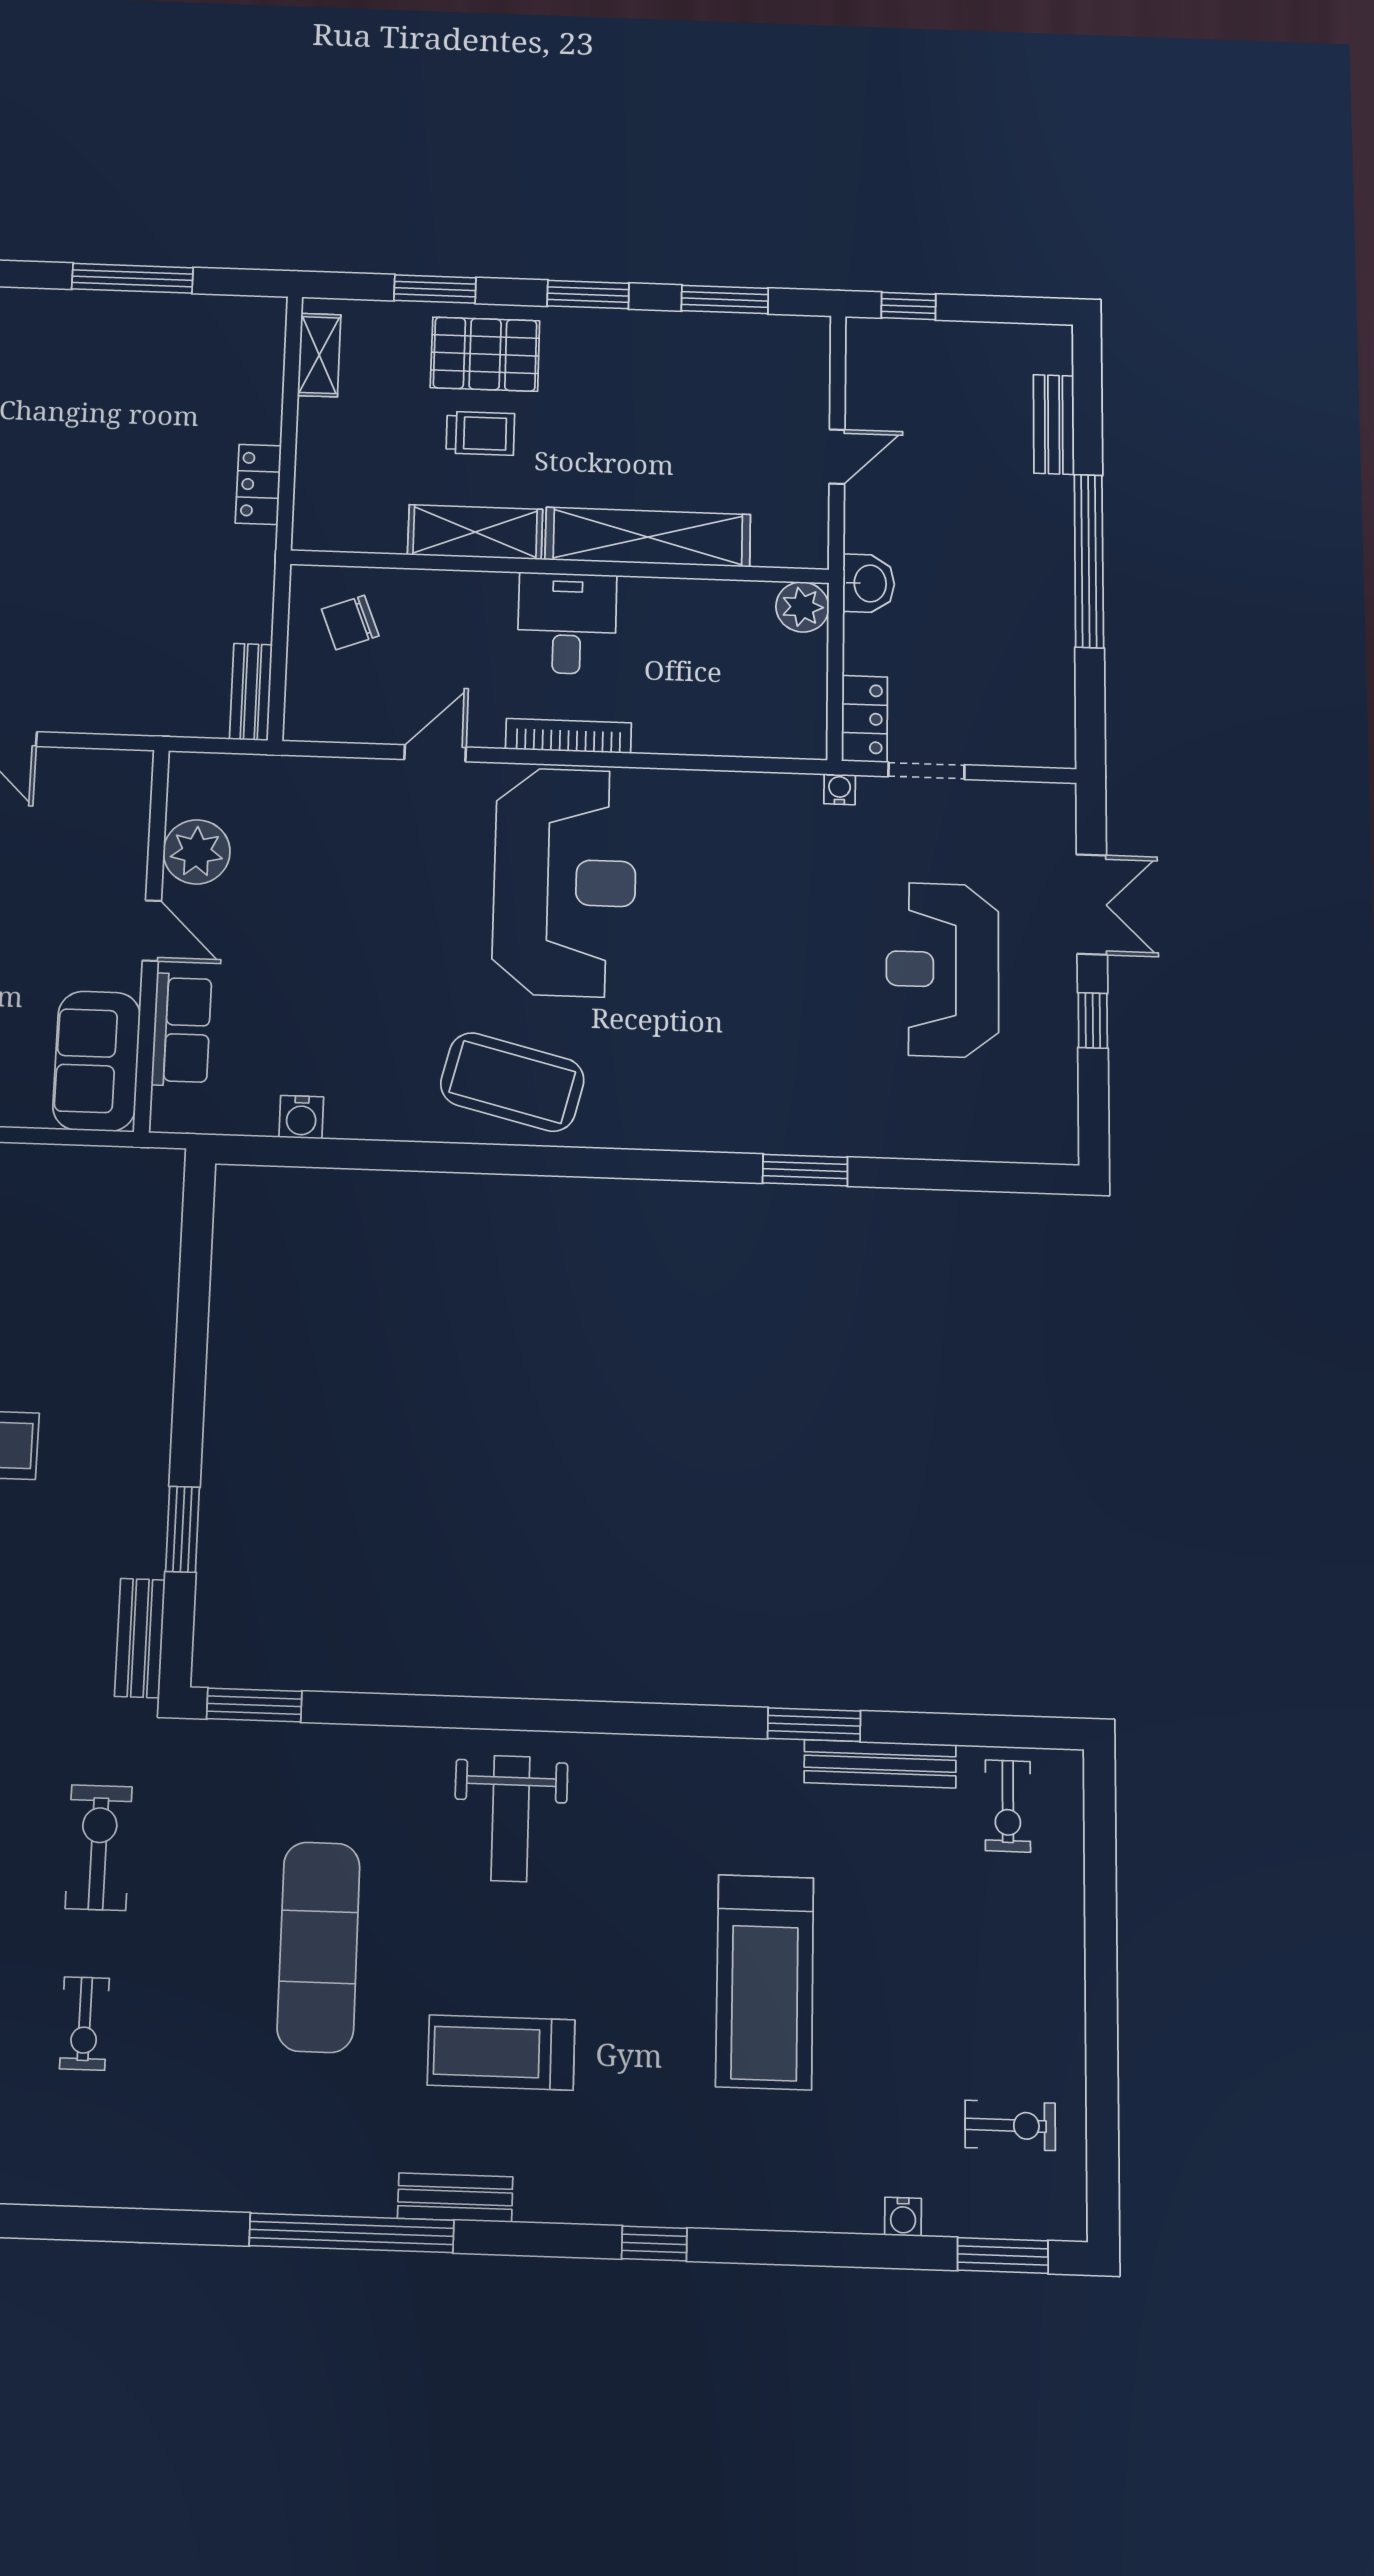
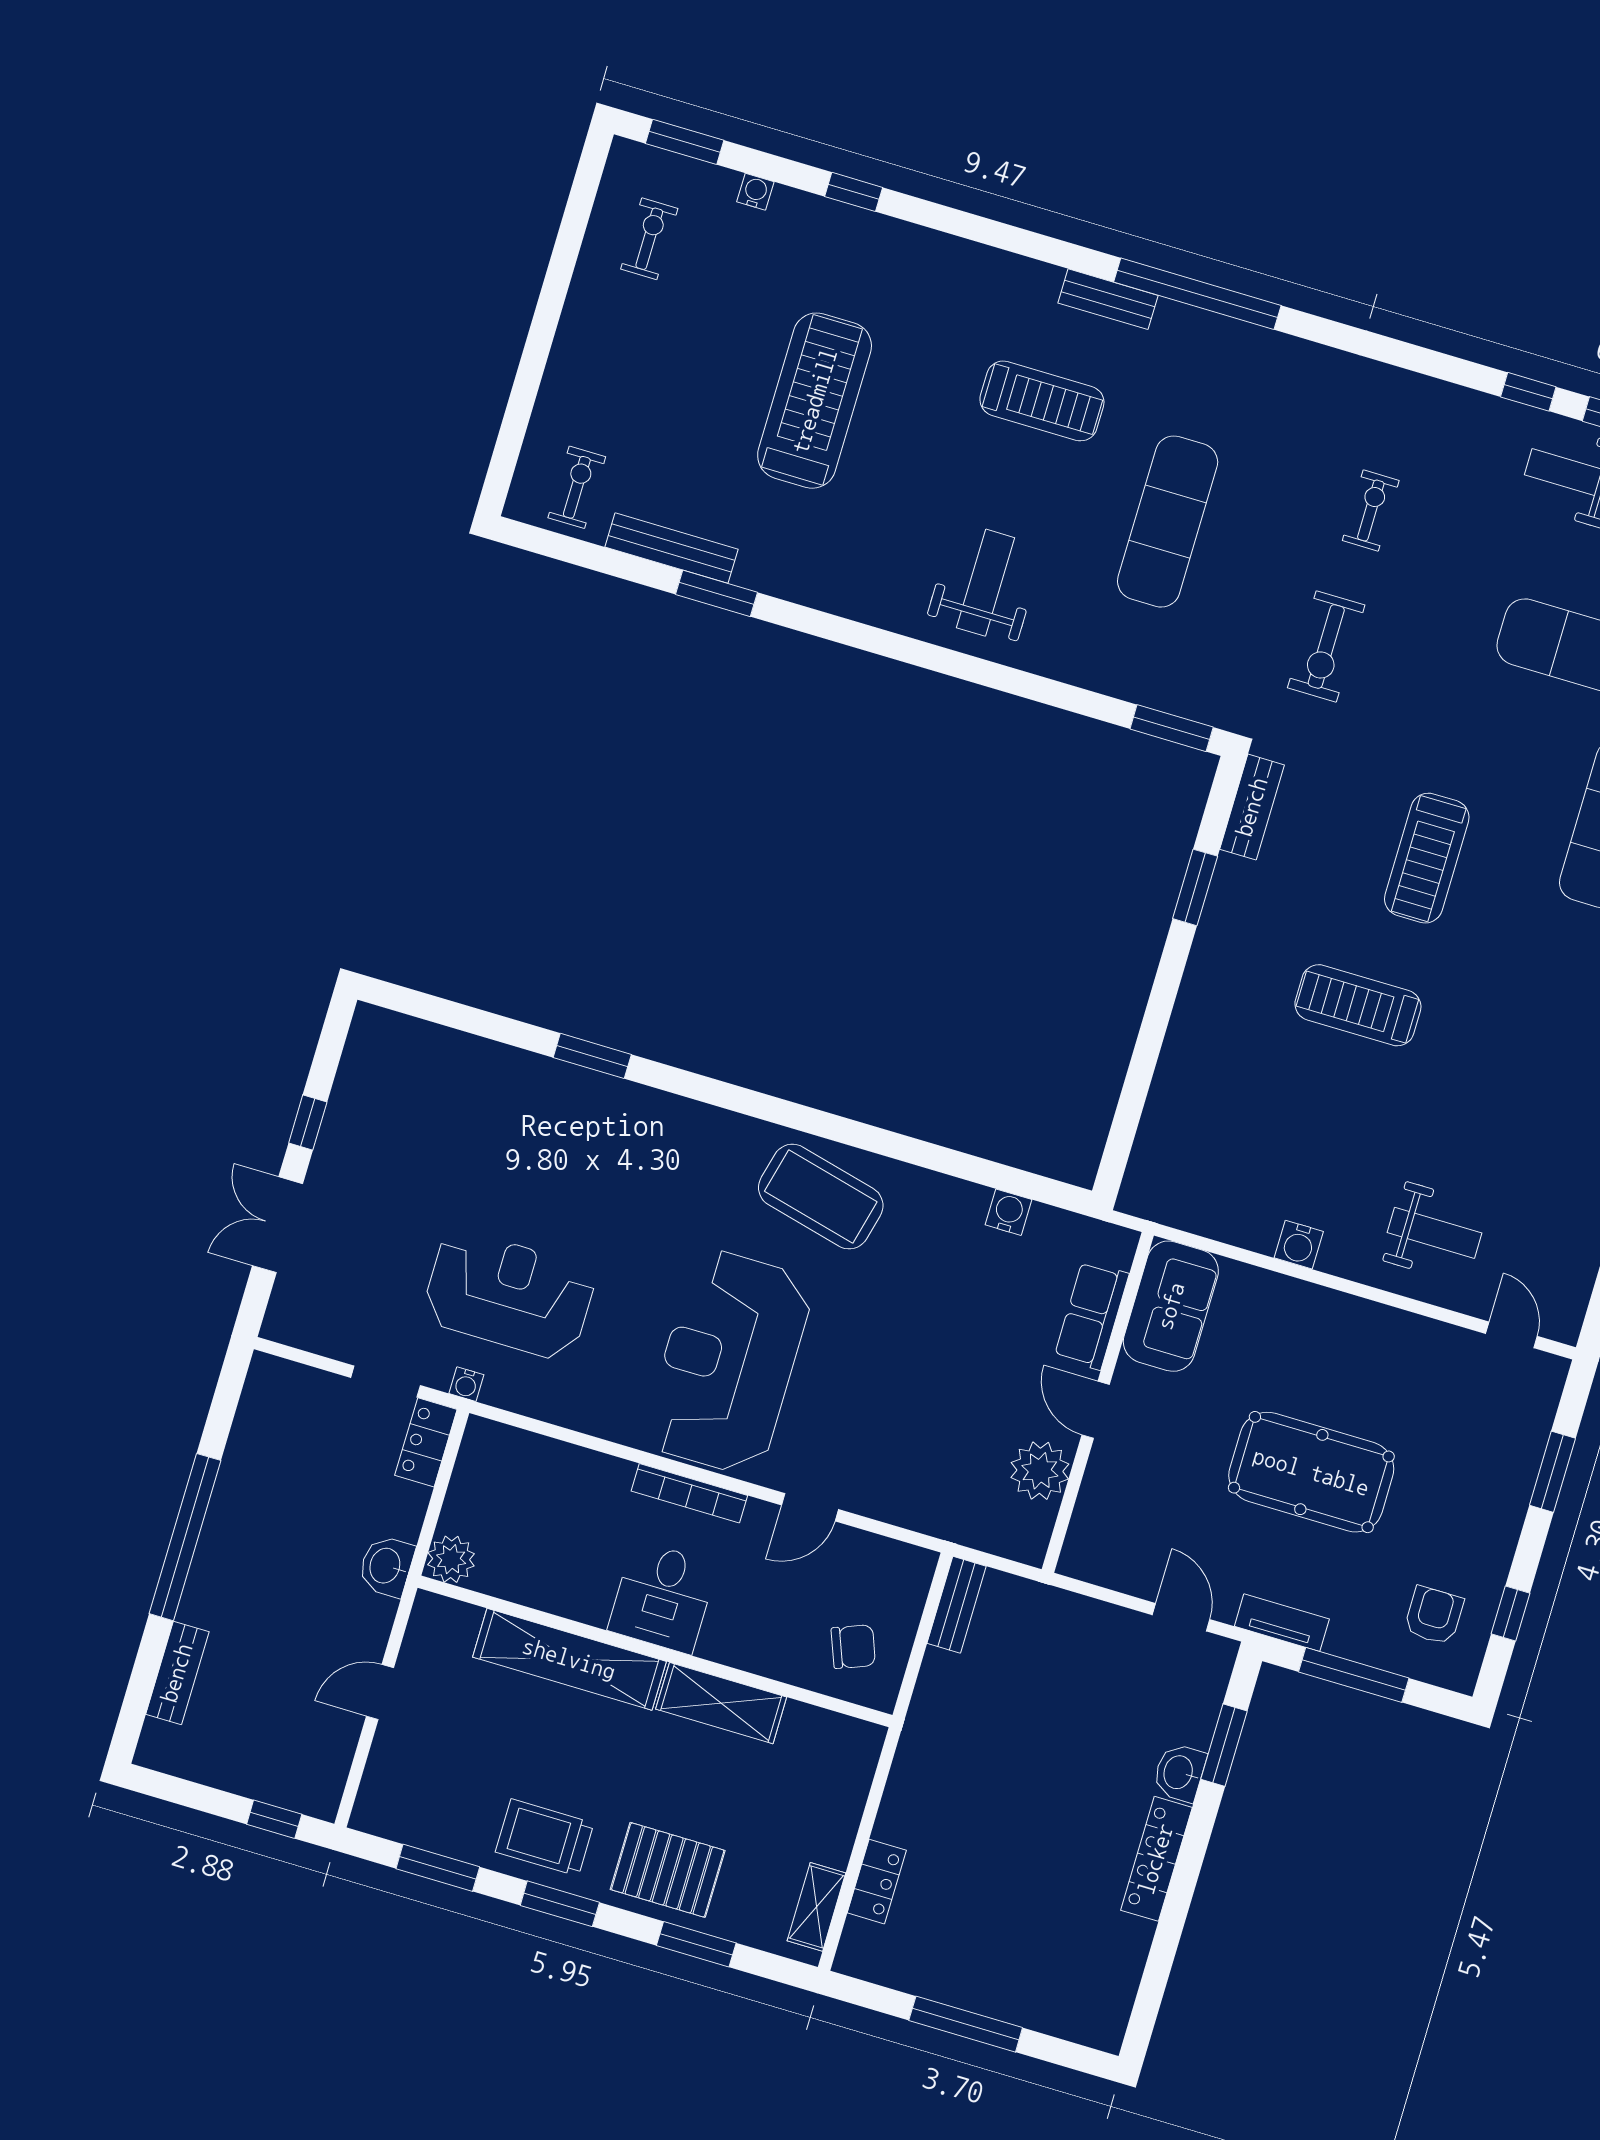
trolley: (480, 433) -> (545, 1838), moved, width x1.36, depth x1.39
locker: (258, 484) -> (877, 1882), moved
reception desk: (942, 970) -> (509, 1295), moved, turned -90
exercise bike: (1010, 2125) -> (649, 239), turned 90
window: (654, 2243) -> (854, 192), moved

